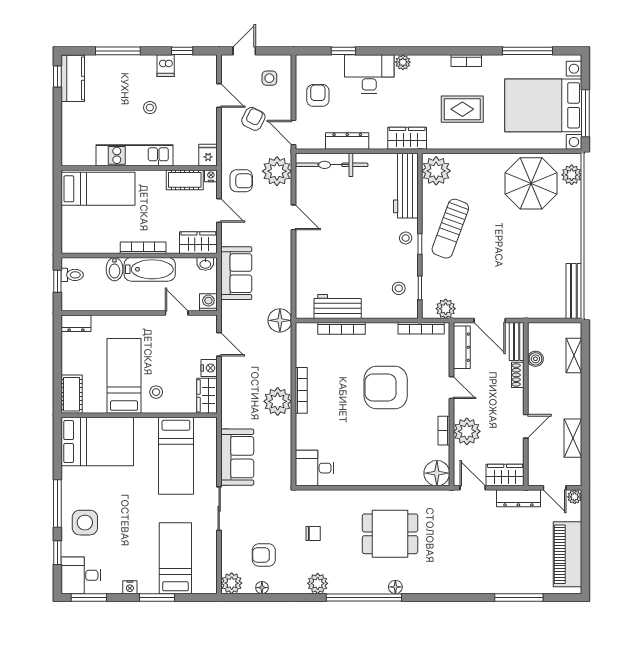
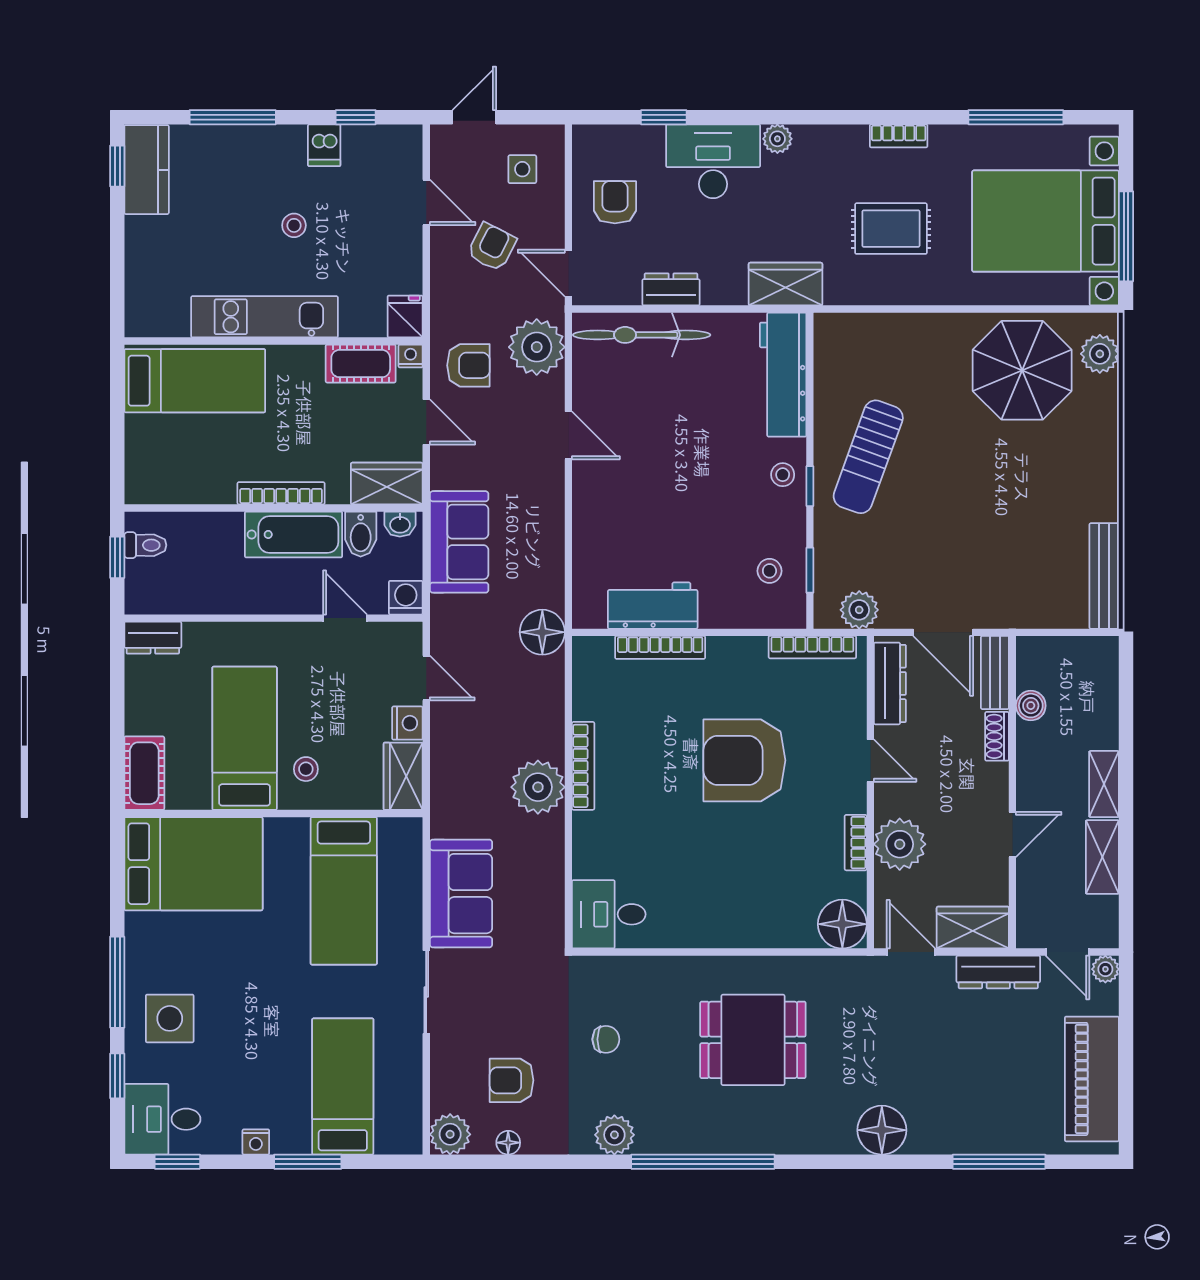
dresser: (347, 141) -> (671, 289), width x0.70
plant: (436, 171) -> (841, 346), removed
bidet: (115, 269) -> (361, 534), moved
shelving: (574, 356) -> (1104, 784), moved
floor lamp: (395, 587) -> (882, 1130), moved, width x1.89, depth x1.89
window: (89, 597) -> (177, 1162), width x0.67

